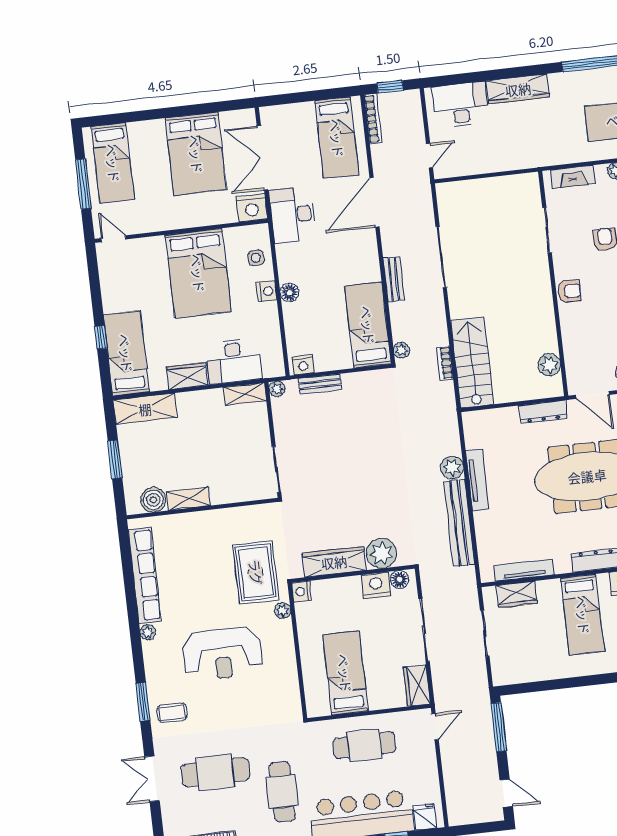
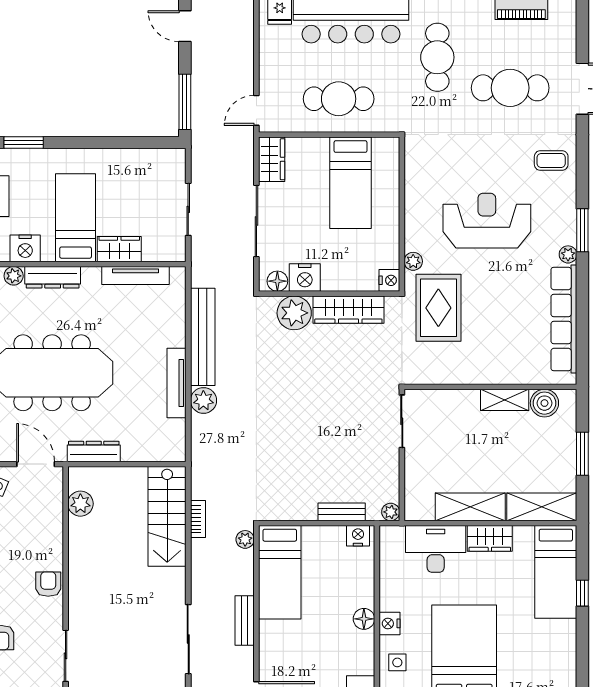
armchair: (569, 291) -> (48, 584), turned 90
shelving: (245, 394) -> (470, 507), moved, width x1.50, depth x1.33
wardrobe: (517, 594) -> (119, 249), moved
window: (143, 702) -> (582, 230), moved

